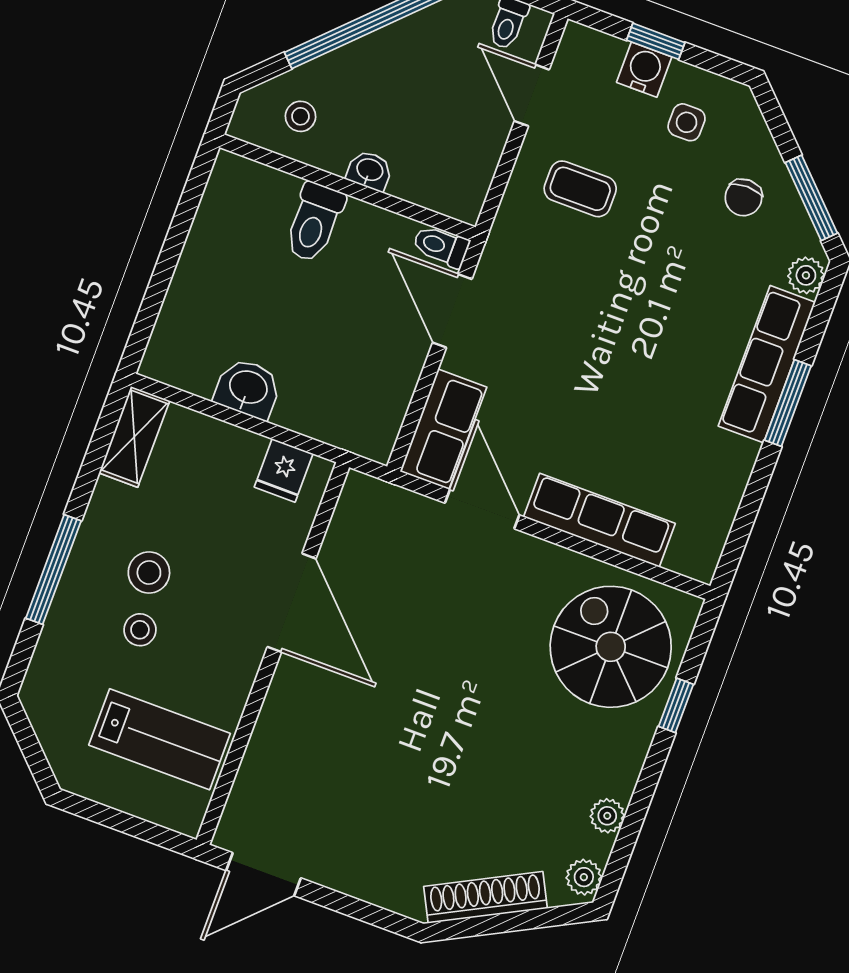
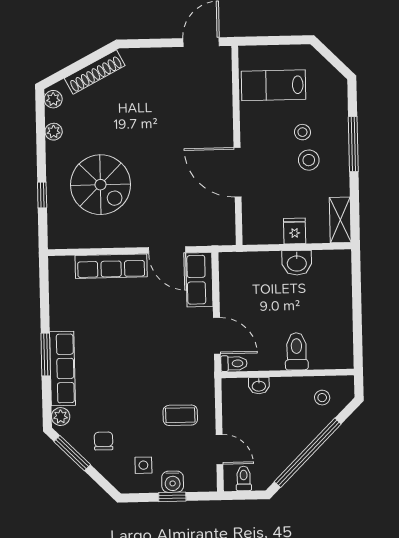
washbasin: (370, 171) -> (259, 386), moved
fridge: (284, 470) -> (295, 231), moved
spiral stairs: (611, 647) -> (101, 185), moved

